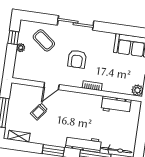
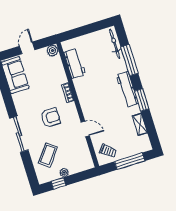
trolley: (39, 112) -> (108, 151), moved
shelving: (19, 136) -> (140, 124), moved
workbench: (83, 144) -> (127, 89), moved

